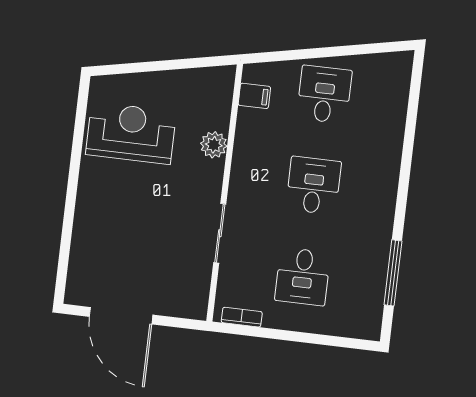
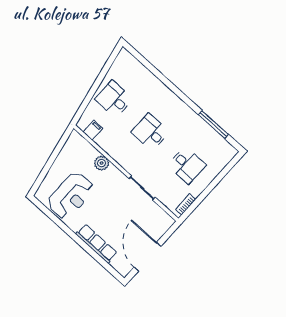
reception desk: (131, 133) -> (71, 196), turned 180
row of seats: (86, 224) -> (97, 244), added
door: (121, 316) -> (148, 257), swing flipped

